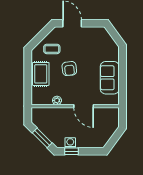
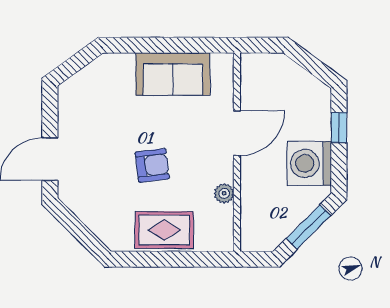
coffee table: (52, 49) -> (108, 205), removed
washing machine: (70, 143) -> (309, 163), width x1.89, depth x1.89
window: (72, 151) -> (339, 128), moved

